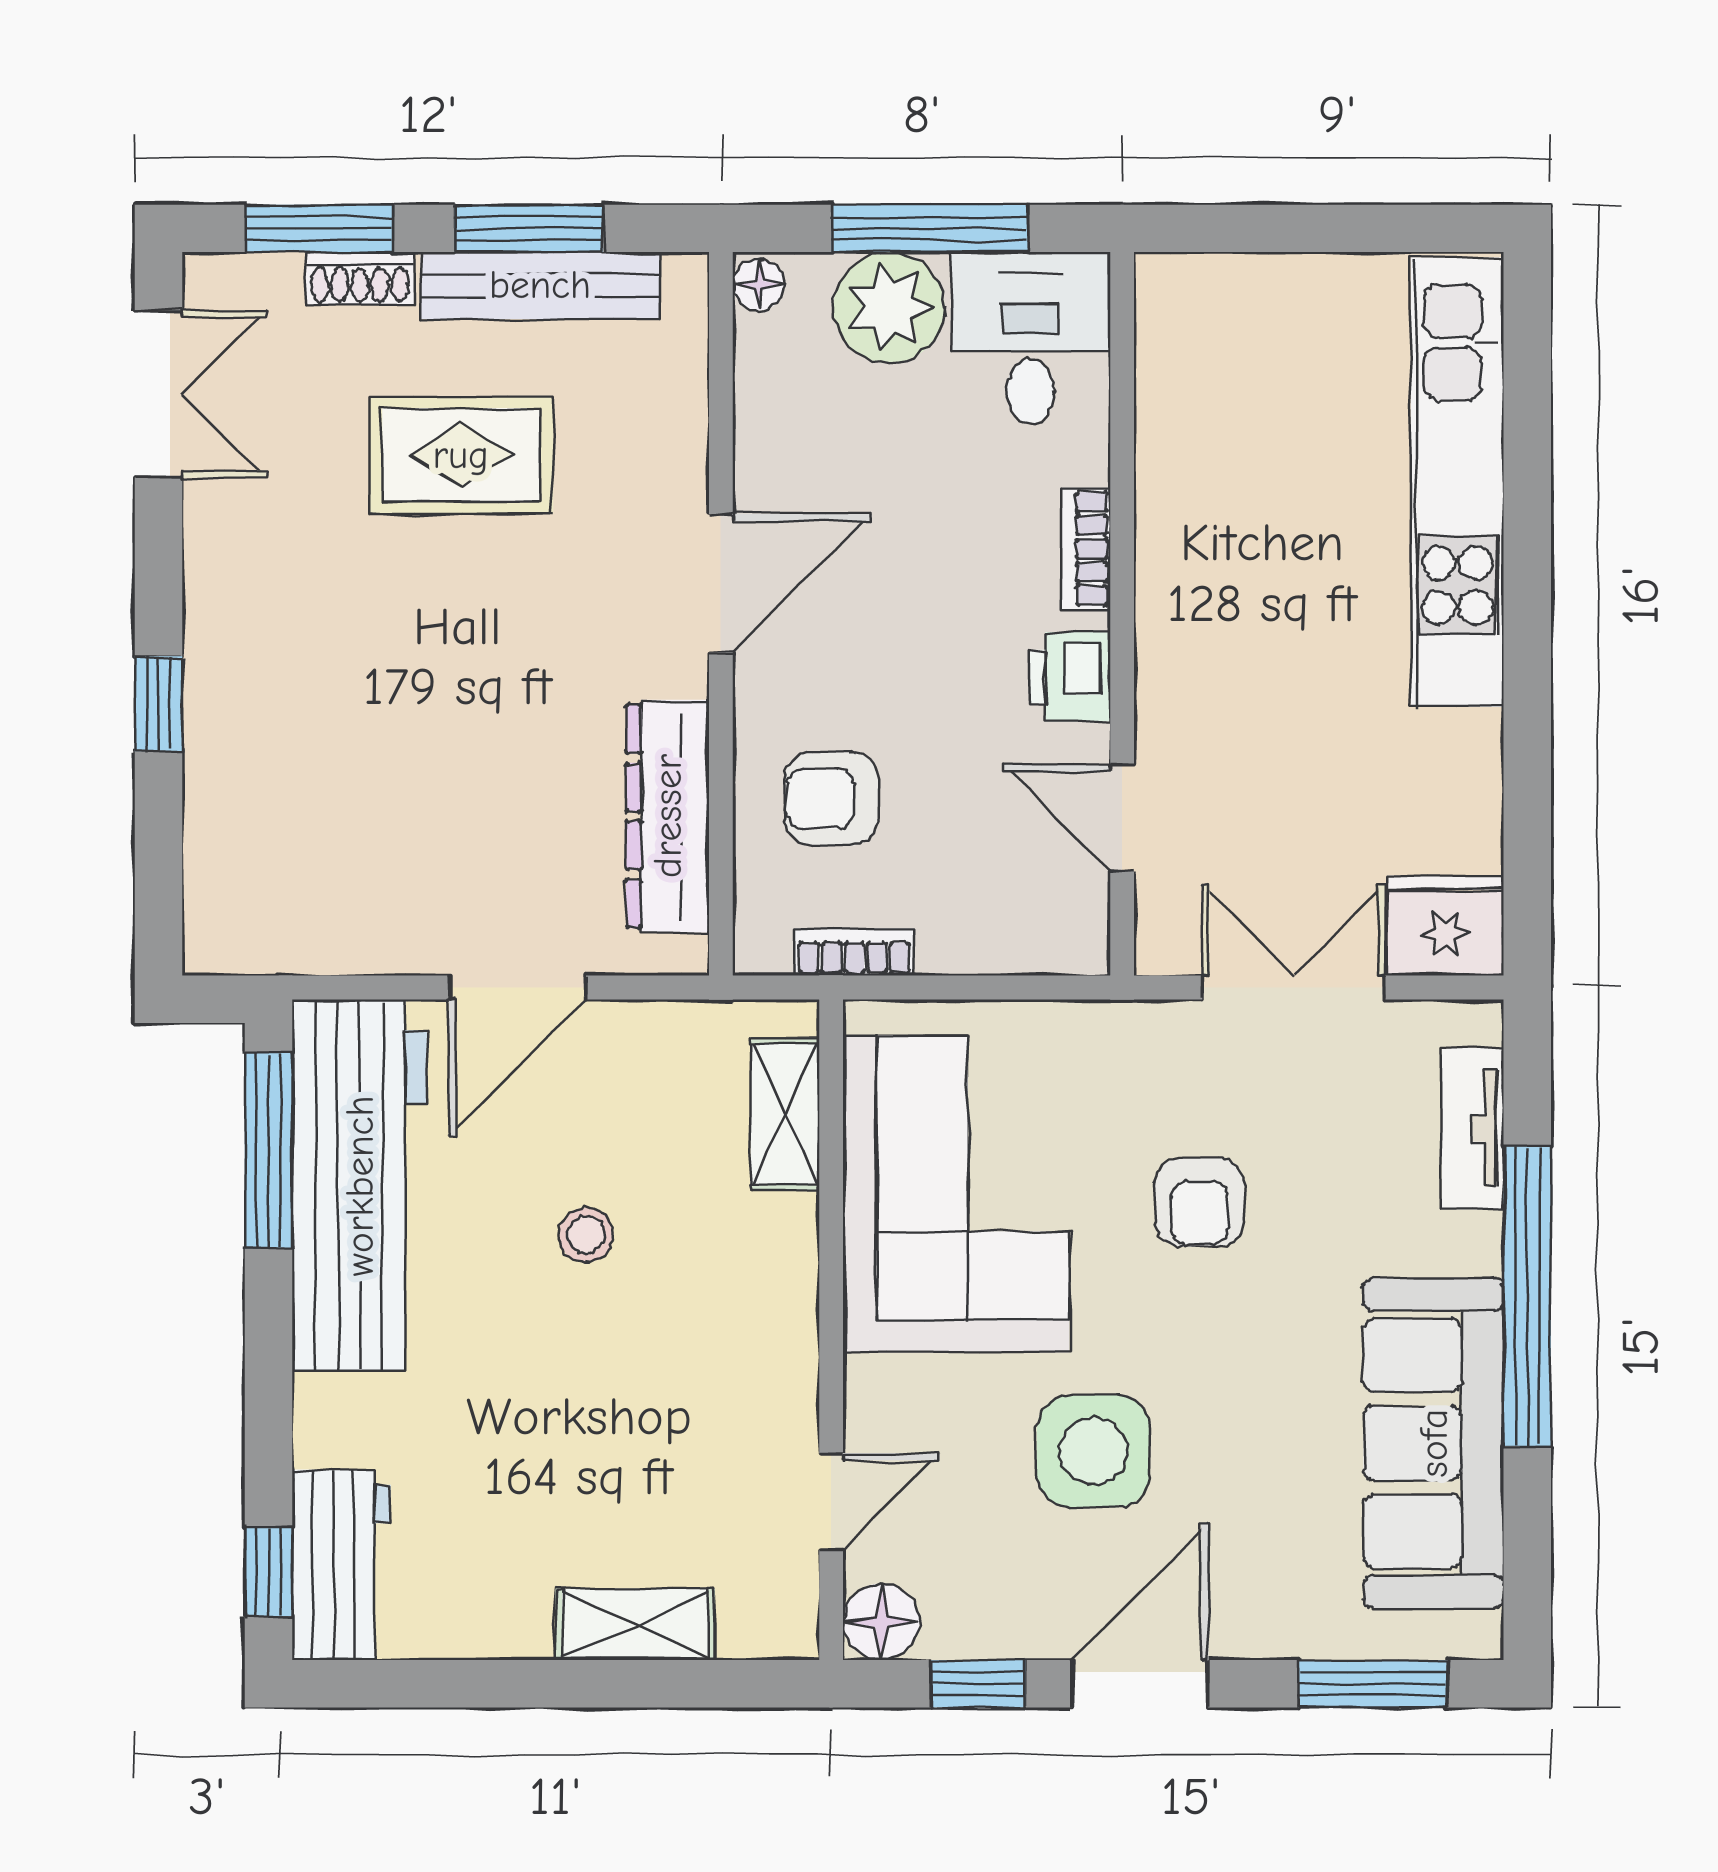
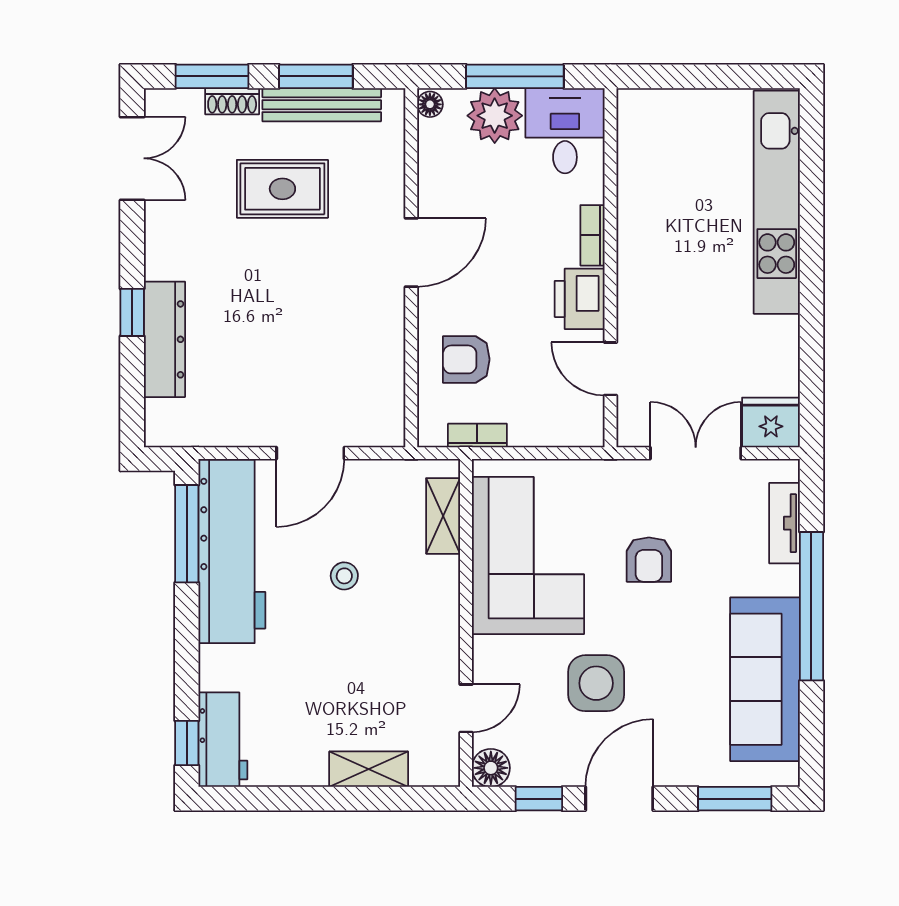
printer: (1070, 677) -> (580, 299), width x1.36, depth x1.24
dresser: (668, 816) -> (164, 339), moved, turned 180

